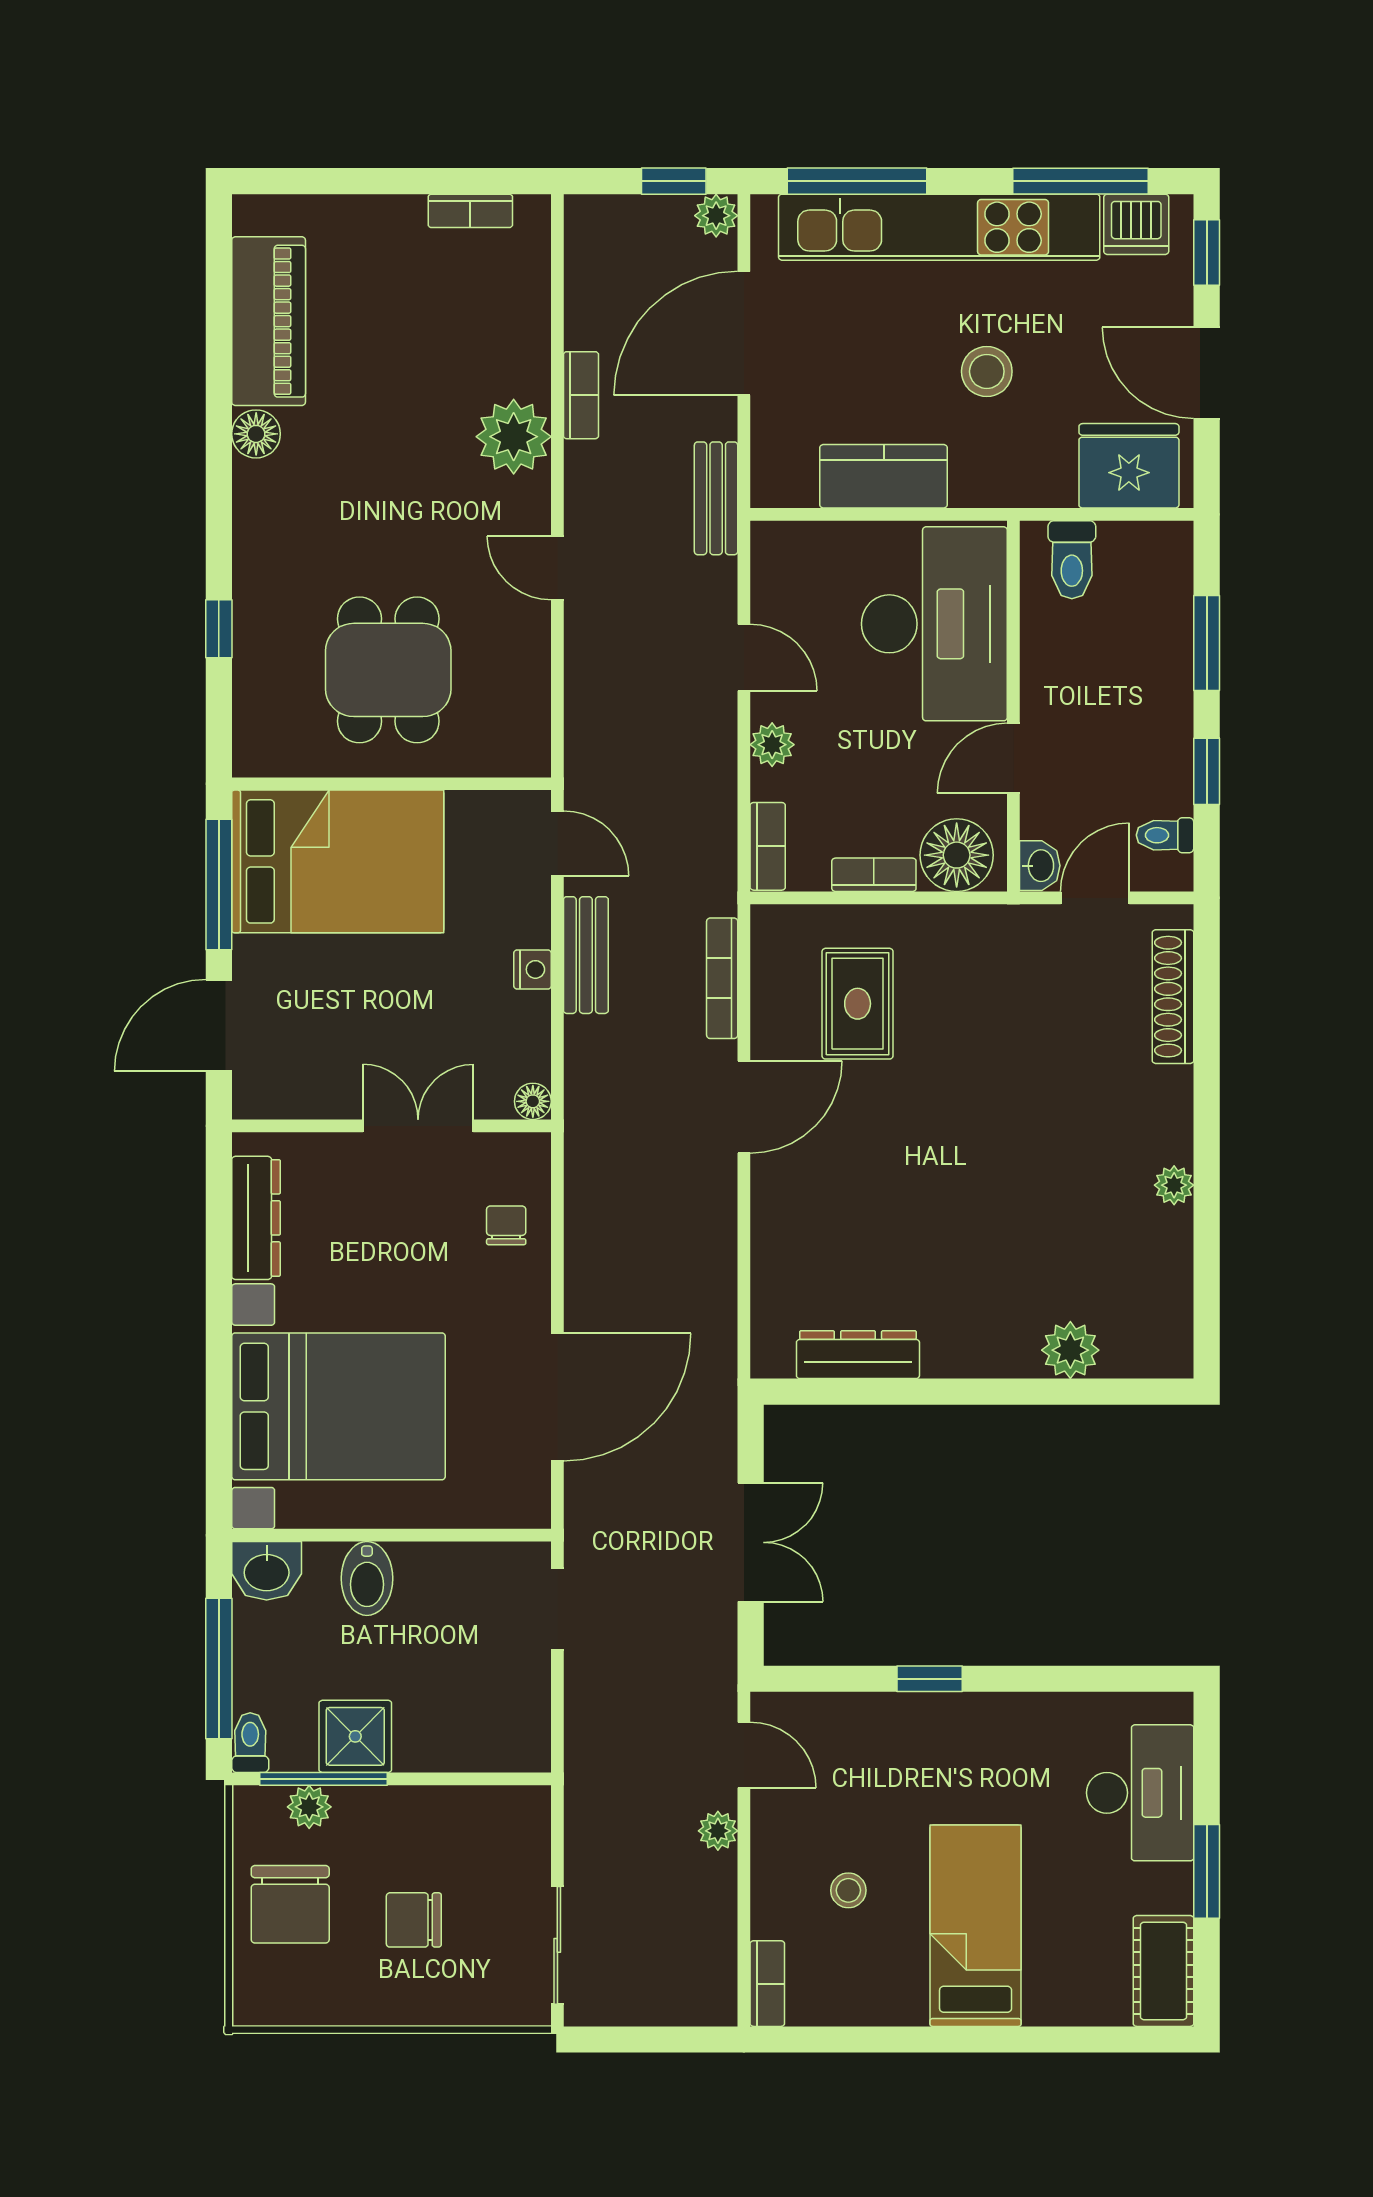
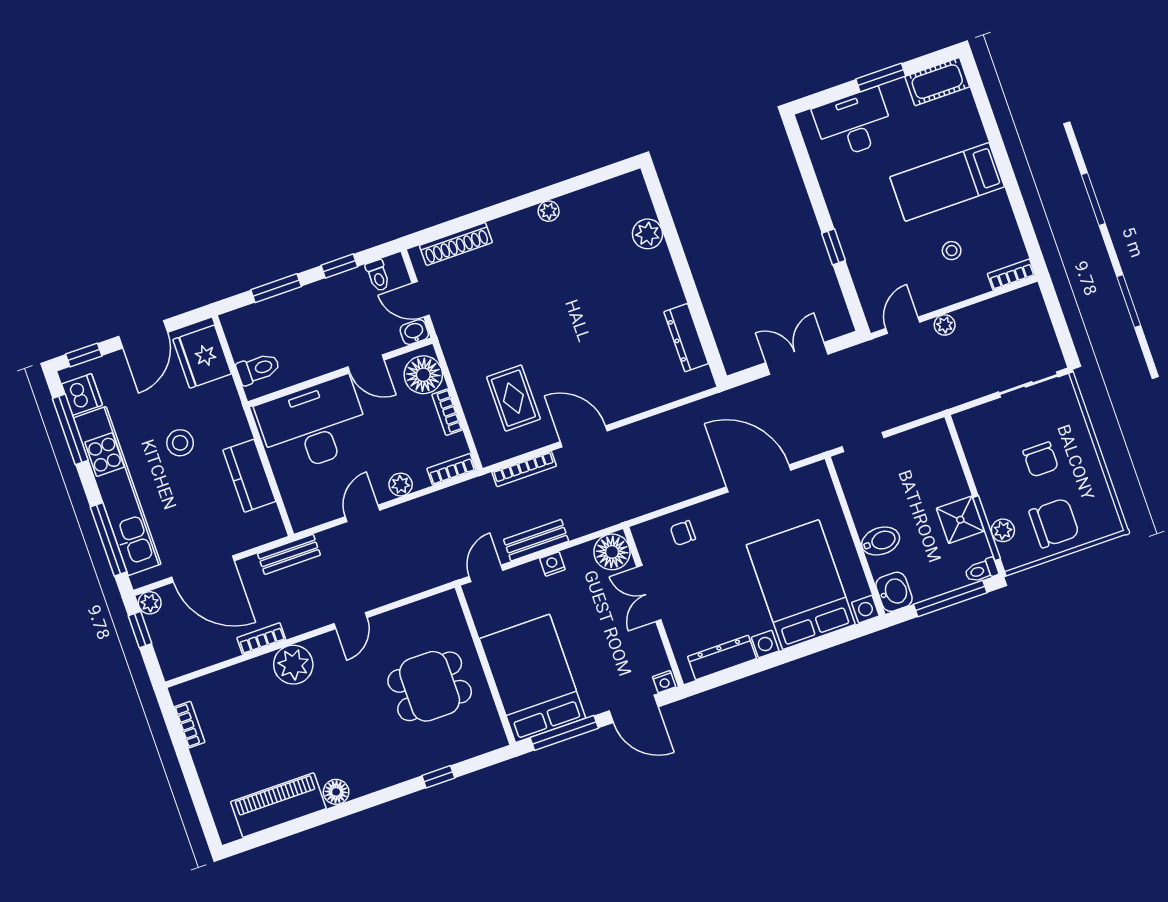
rug: (858, 1004) -> (513, 398), turned 90
nightstand: (249, 1098) -> (664, 682), added
floor lamp: (533, 1101) -> (612, 552), width x1.89, depth x1.89

